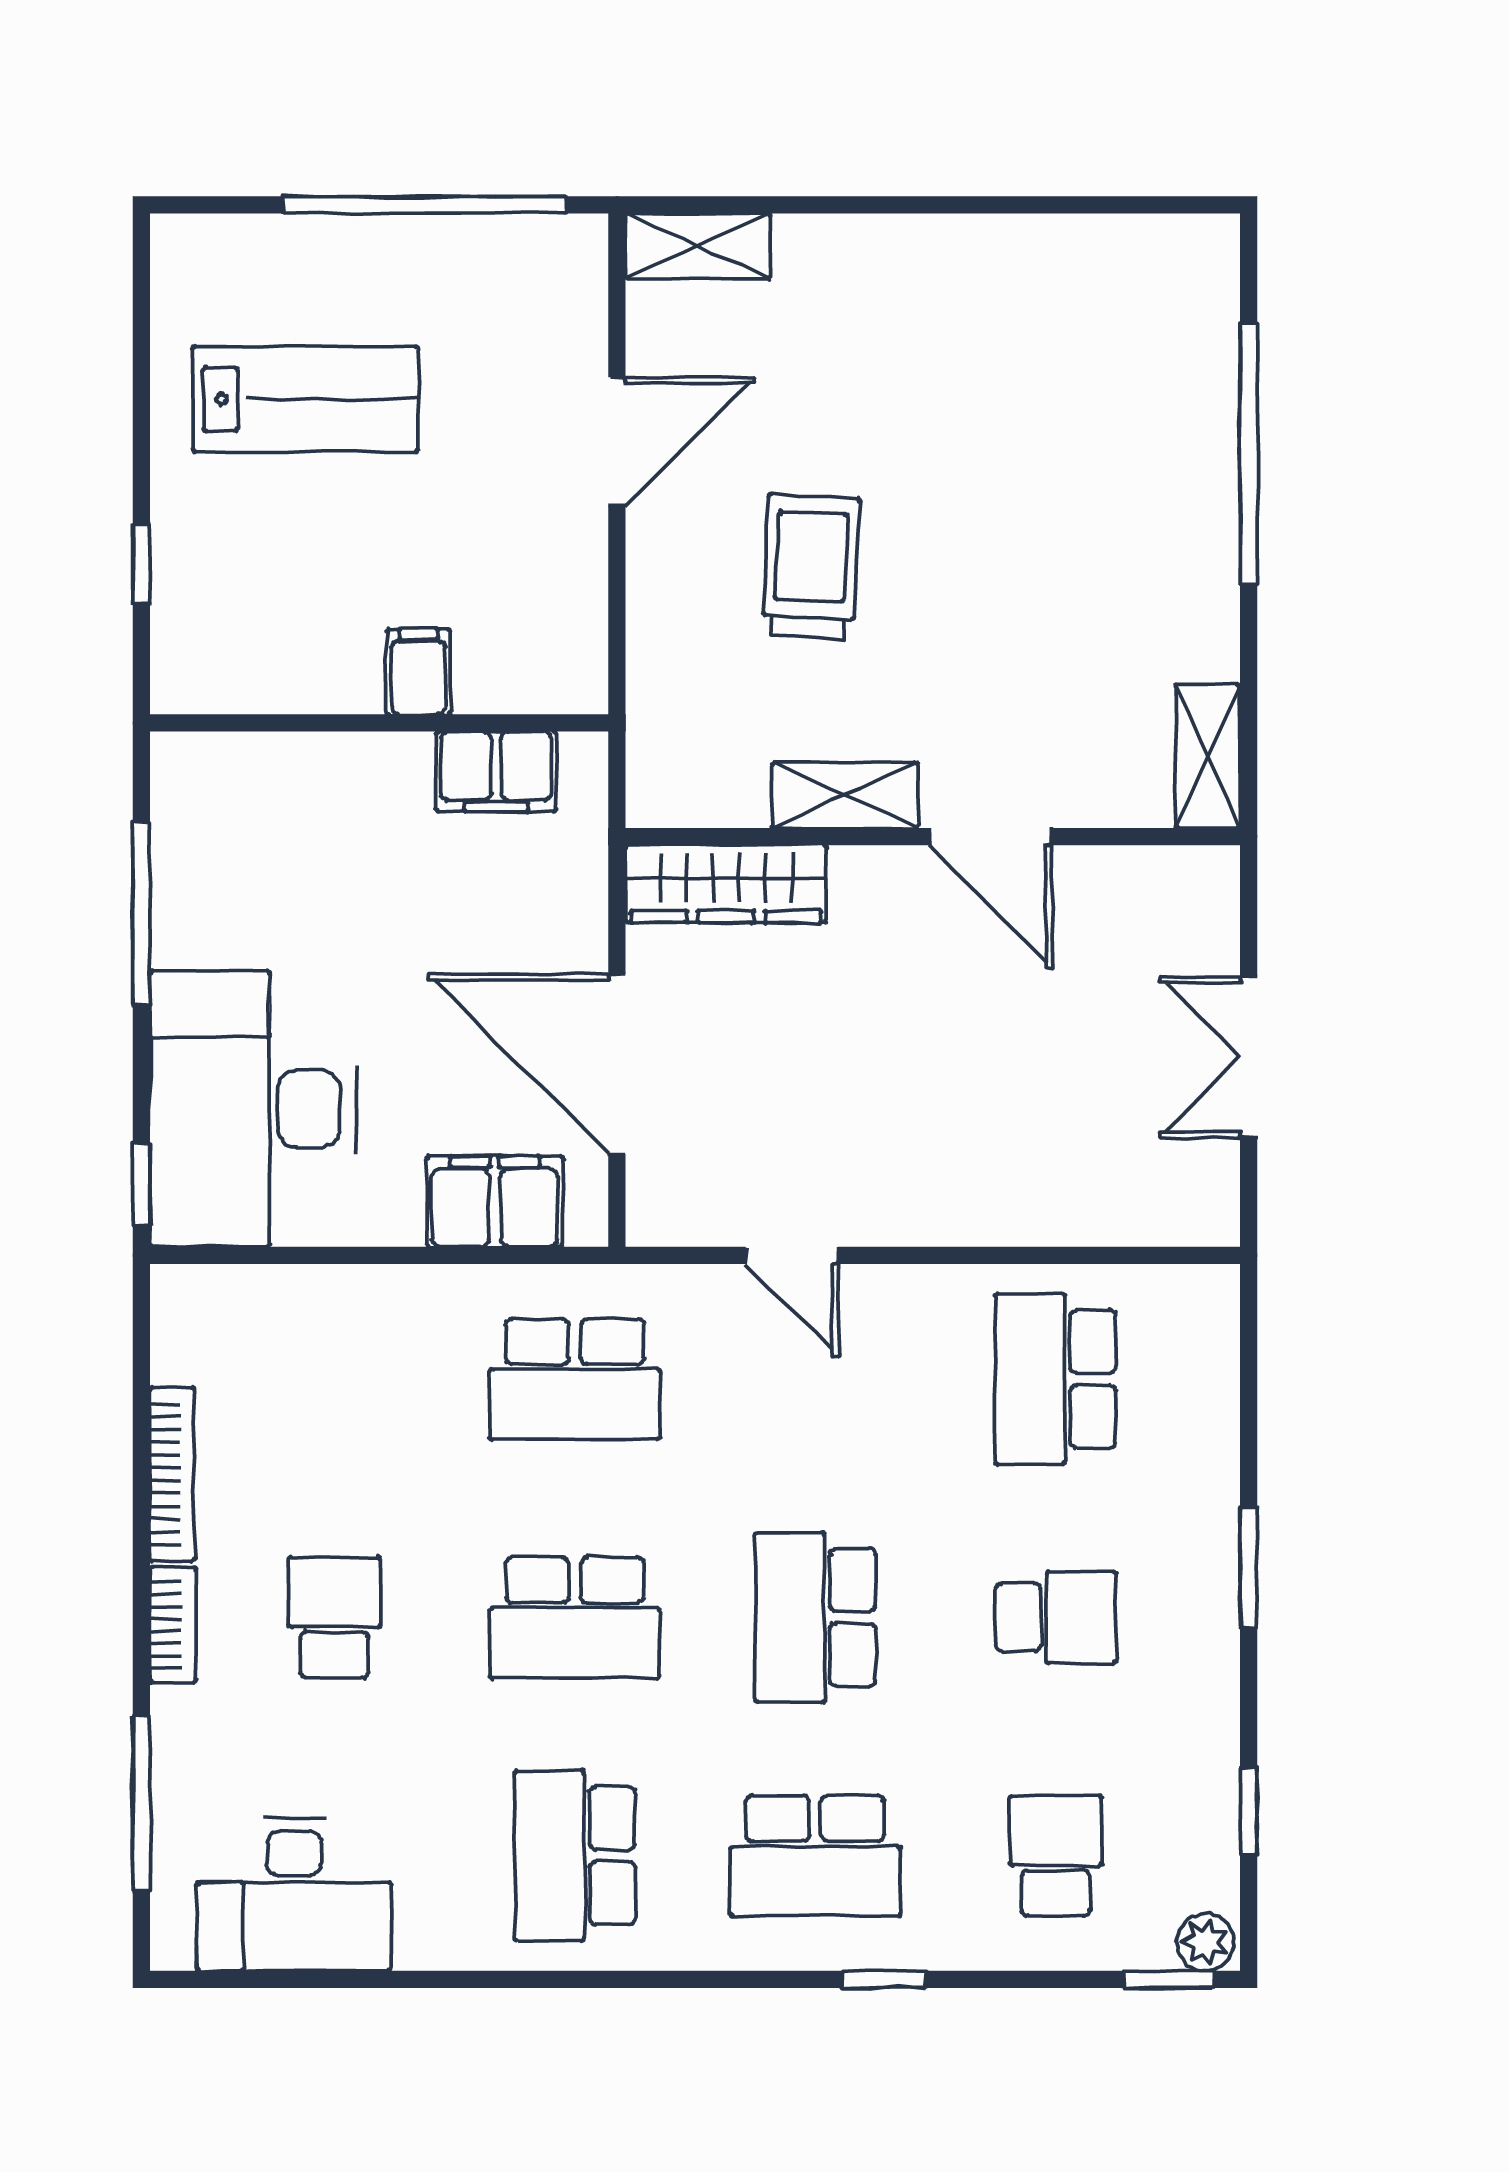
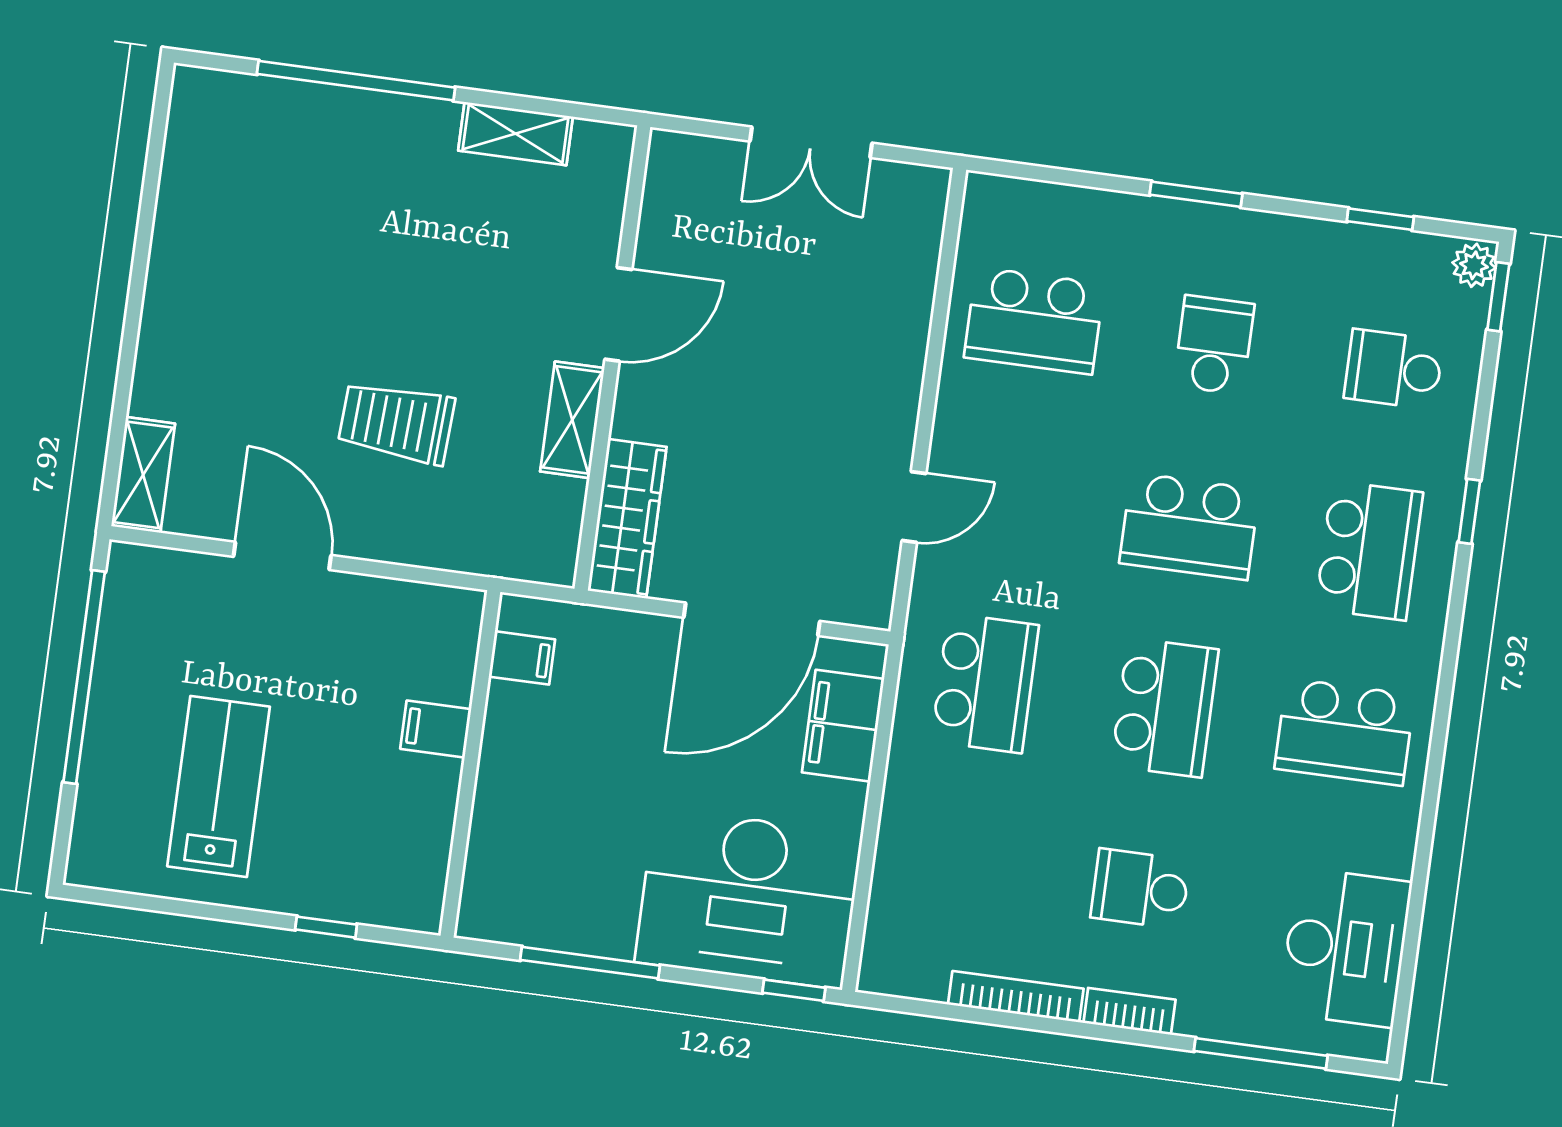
shelving: (1208, 756) -> (516, 134), moved
filing cabinet: (496, 772) -> (522, 658), width x0.50

